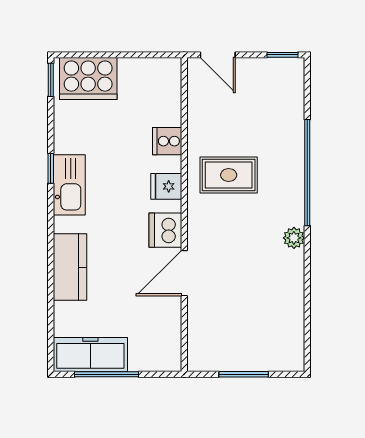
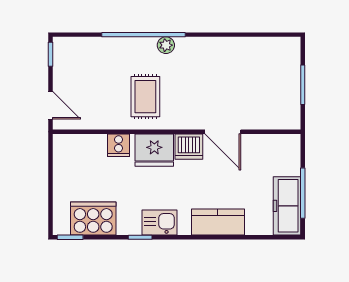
door: (218, 55) -> (50, 105), hinge flipped
cooker: (88, 79) -> (93, 218), moved, turned -90
kitchen sink: (69, 185) -> (160, 223), width x0.73
fridge: (166, 186) -> (154, 150), width x1.88, depth x1.34
plant: (294, 238) -> (166, 45), moved

